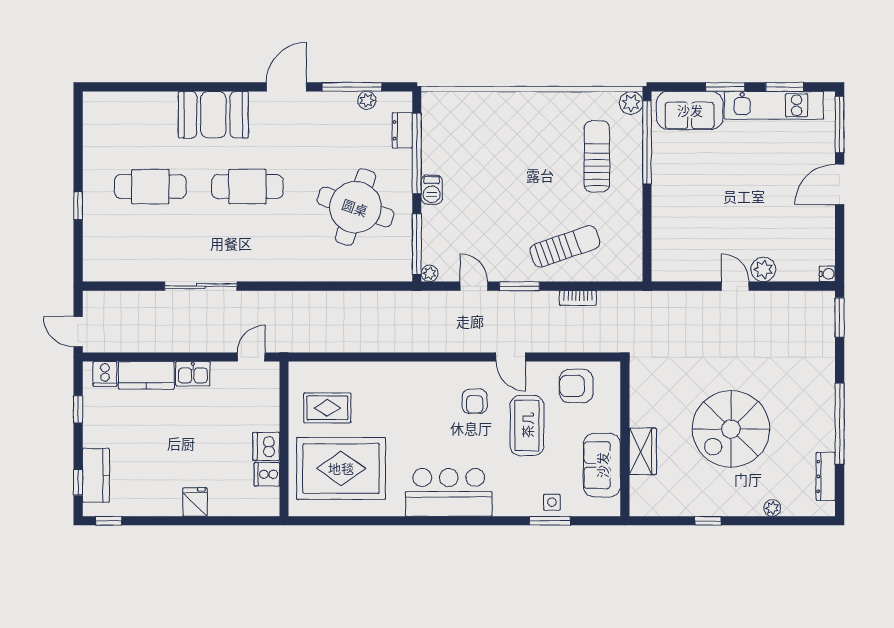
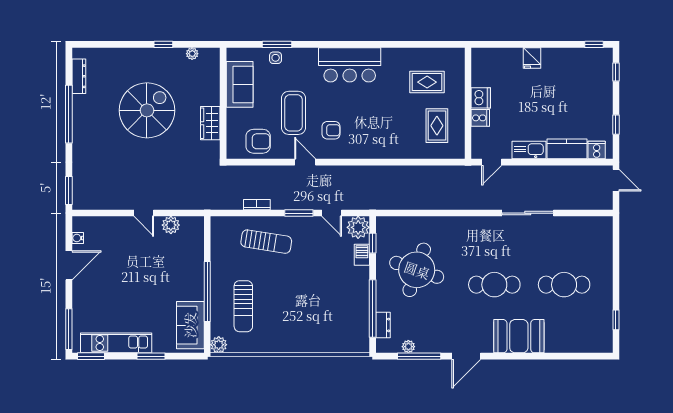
window: (785, 87) -> (91, 356), moved
sofa: (690, 110) -> (190, 325), moved, turned -90
window: (647, 142) -> (207, 291), moved
door: (840, 184) -> (69, 265), moved
barbecue: (432, 190) -> (362, 255), moved
window: (78, 206) -> (616, 320), moved
window: (417, 244) -> (373, 243), width x0.46
sun lounger: (565, 246) -> (266, 242), turned -152
plant: (763, 269) -> (171, 225), moved
plant: (430, 273) -> (358, 227), width x1.88, depth x1.88
water cooler: (827, 274) -> (78, 238), moved
kitchen sink: (193, 374) -> (529, 150), width x1.38
armchair: (475, 401) -> (331, 130), turned 90
rug: (327, 408) -> (437, 126), turned 90
wardrobe: (643, 451) -> (210, 123), moved
rug: (341, 468) -> (427, 82), width x0.54, depth x0.49
cooker: (267, 474) -> (480, 118), moved
kitchen counter: (96, 475) -> (603, 77), removed
plant: (772, 508) -> (192, 54), moved

